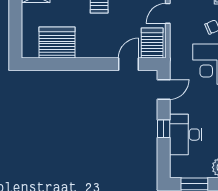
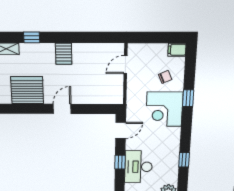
server rack: (152, 43) -> (111, 91), removed
door: (128, 64) -> (62, 109), moved

